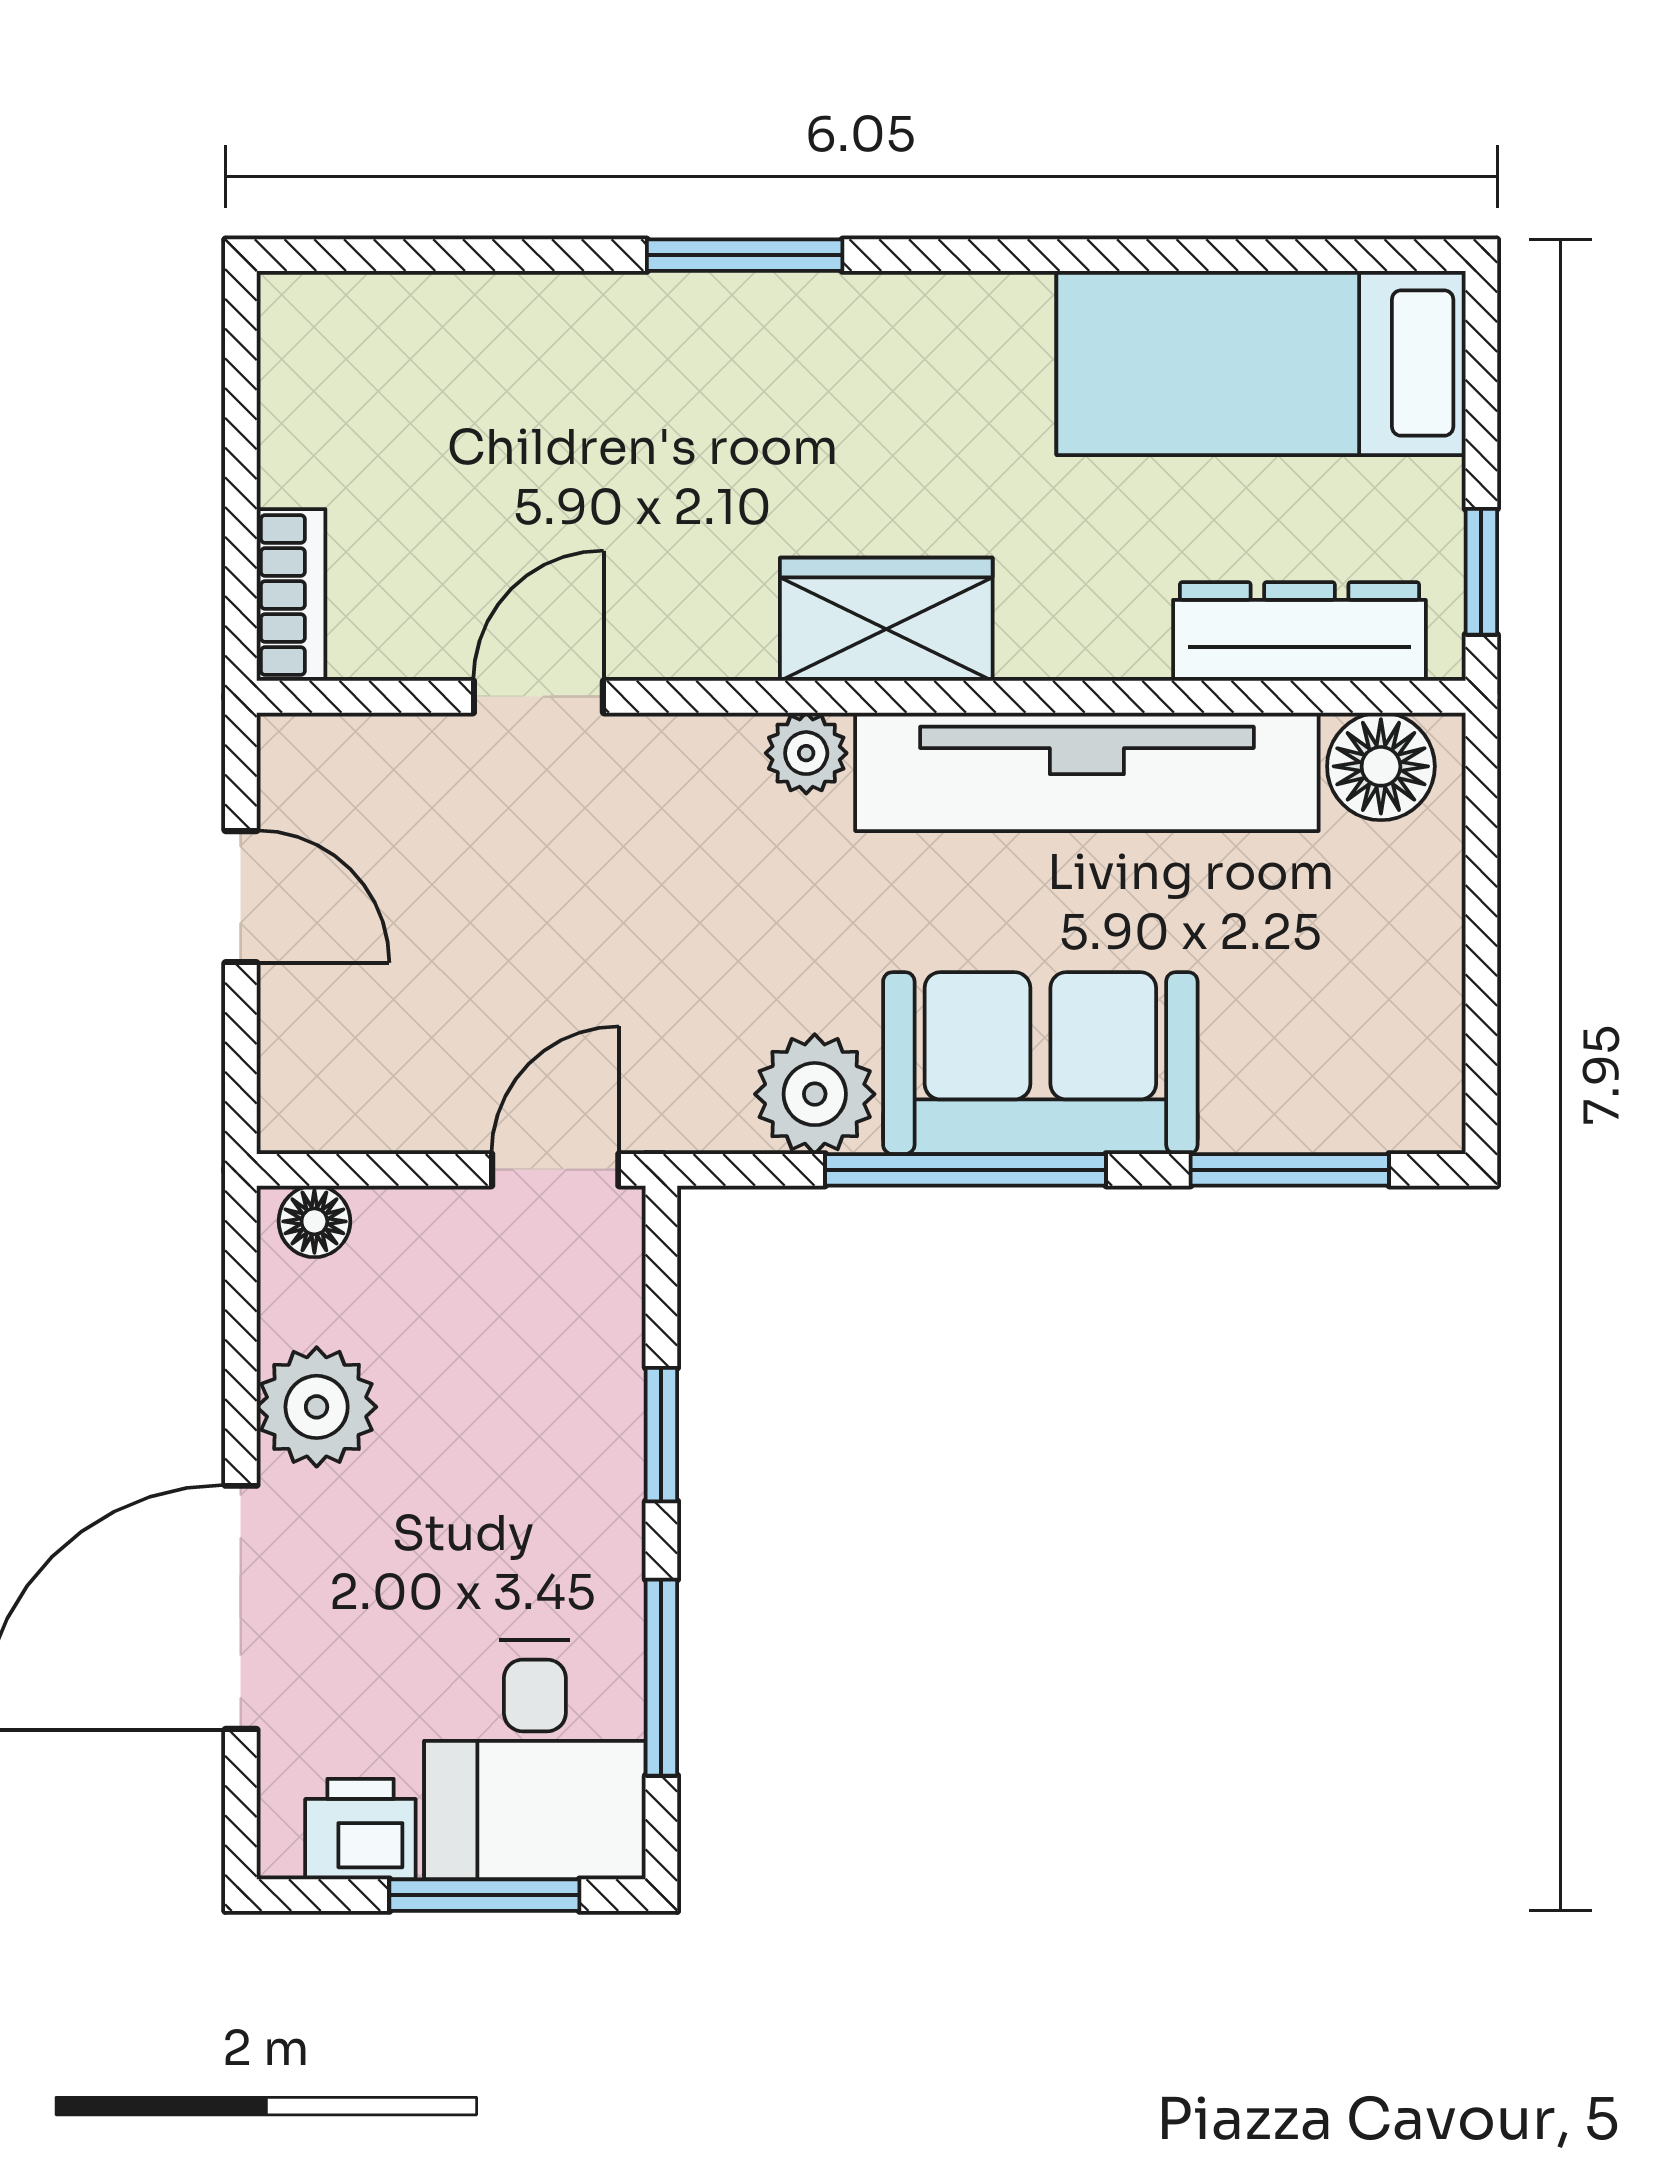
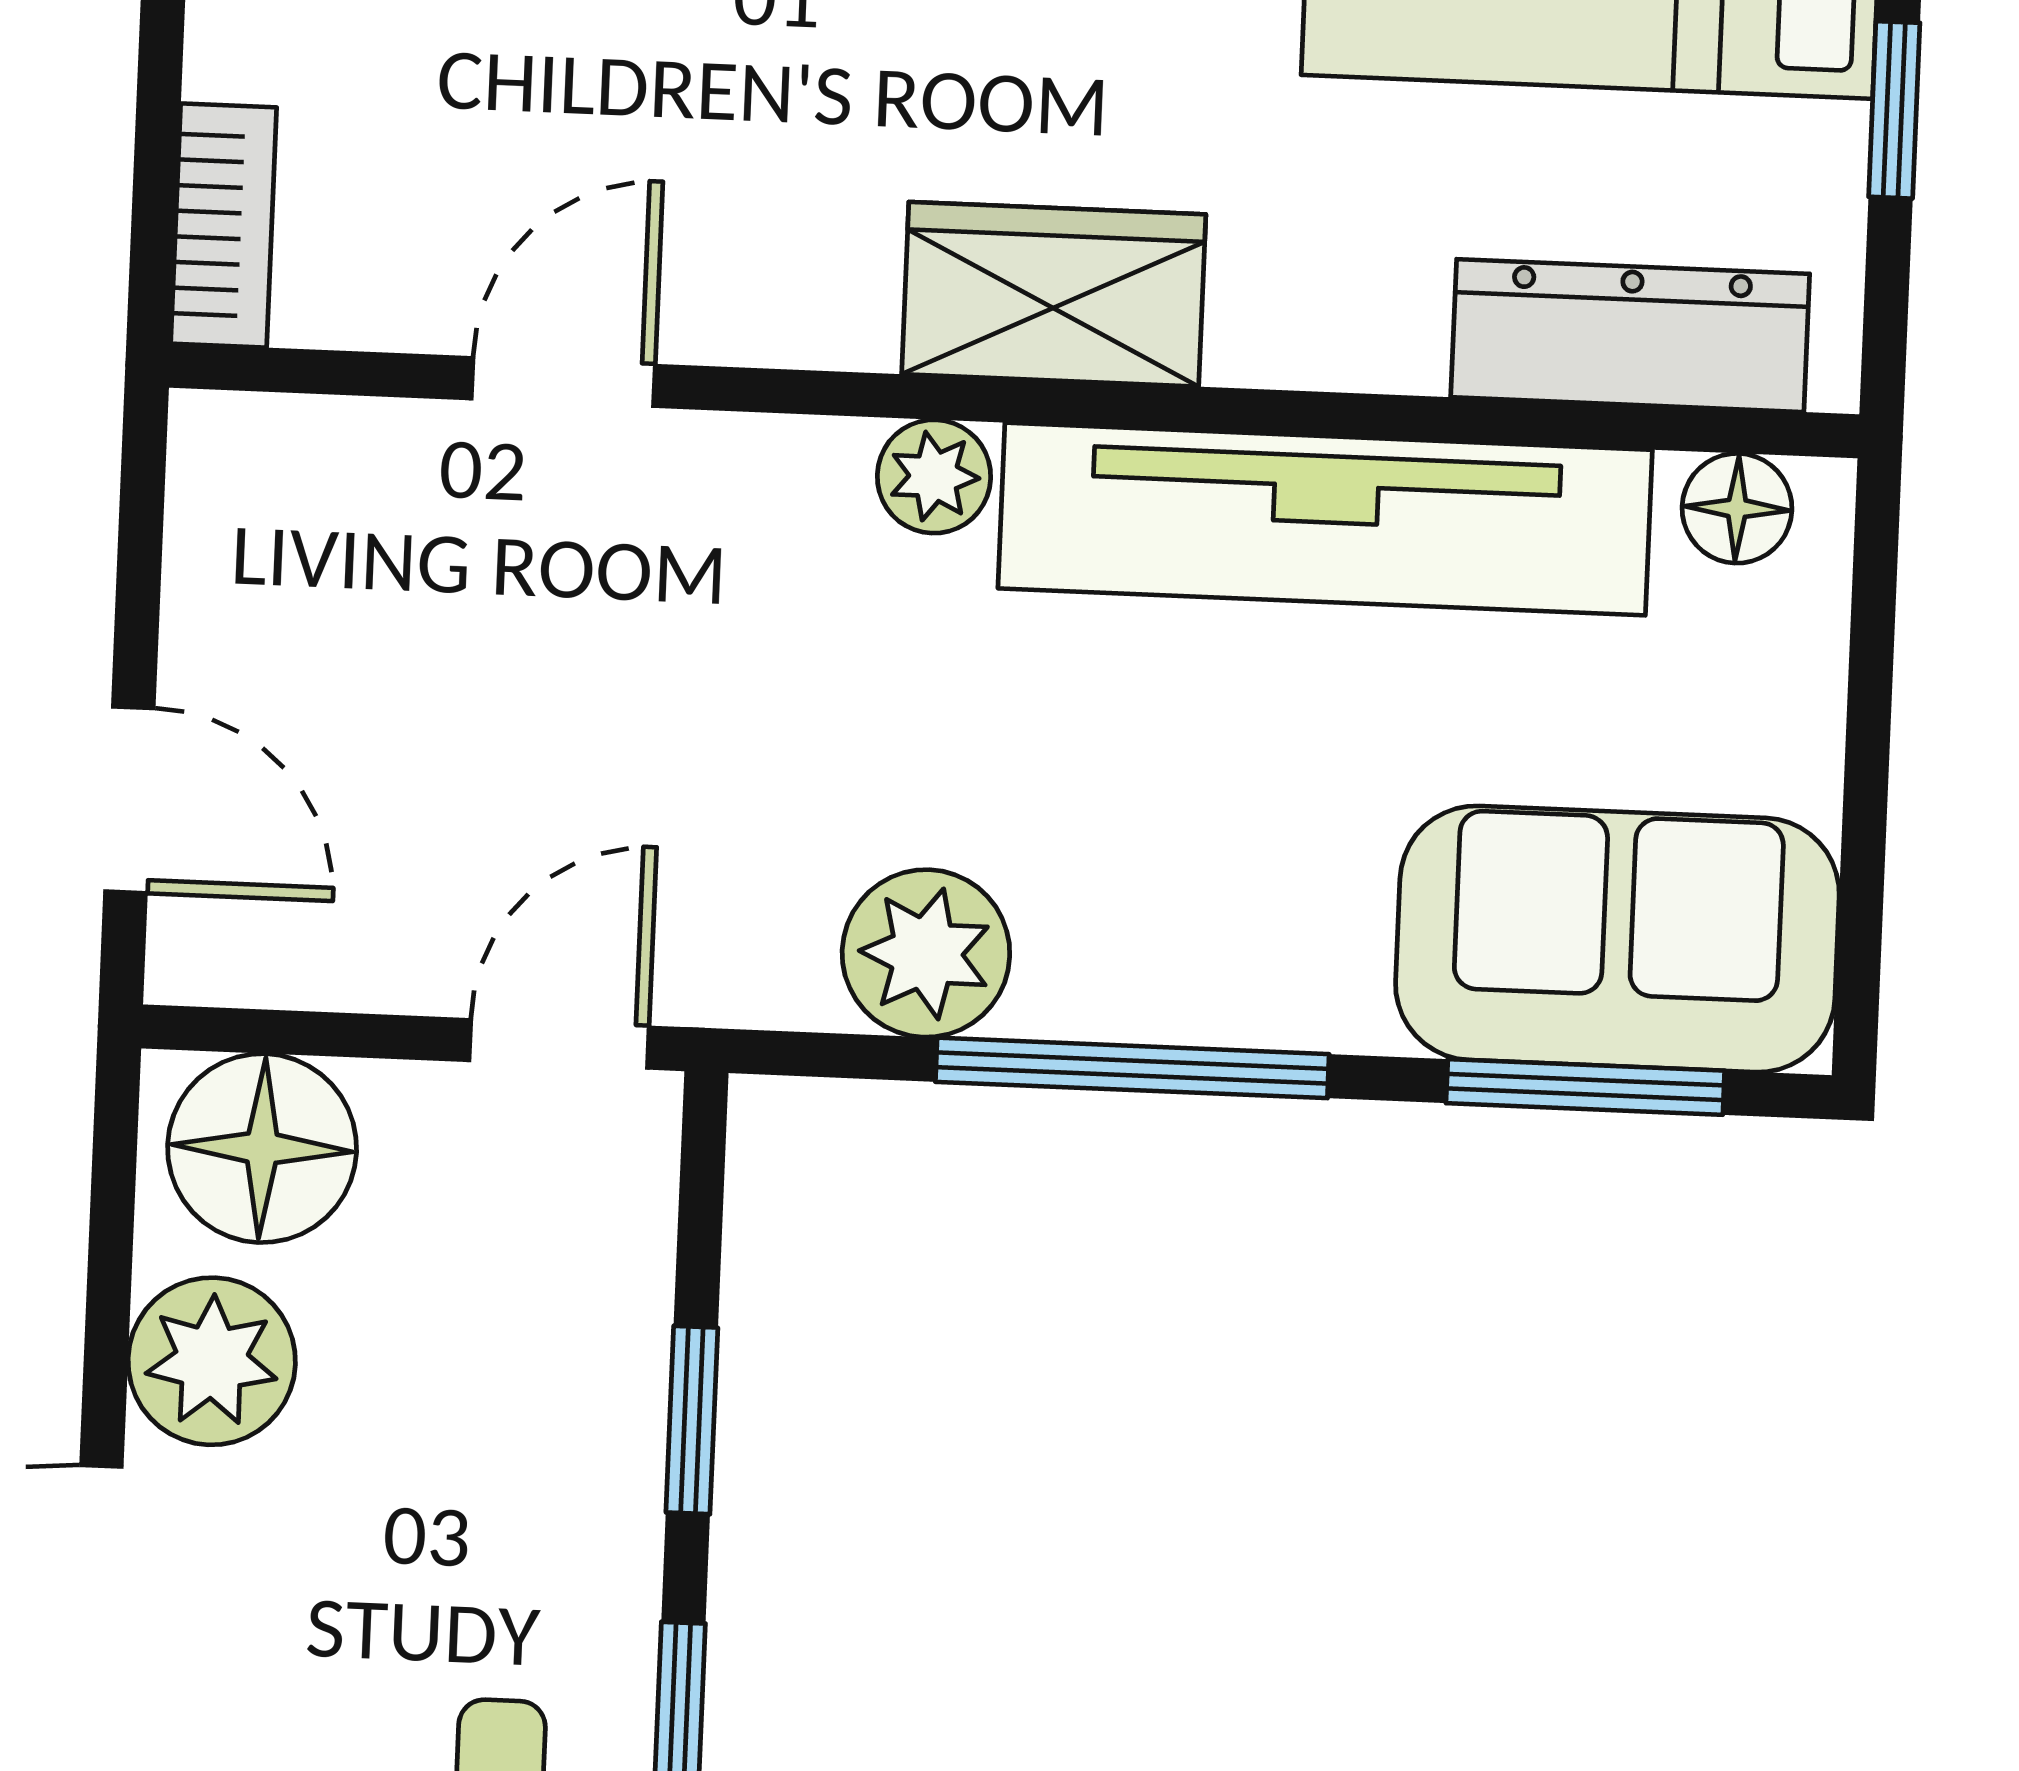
window: (1481, 572) -> (1894, 110), moved
floor lamp: (1381, 766) -> (1737, 508), width x0.73, depth x0.73
door: (241, 897) -> (129, 800), moved
sofa: (1040, 1063) -> (1617, 939), moved
floor lamp: (314, 1221) -> (262, 1148), width x1.89, depth x1.89

